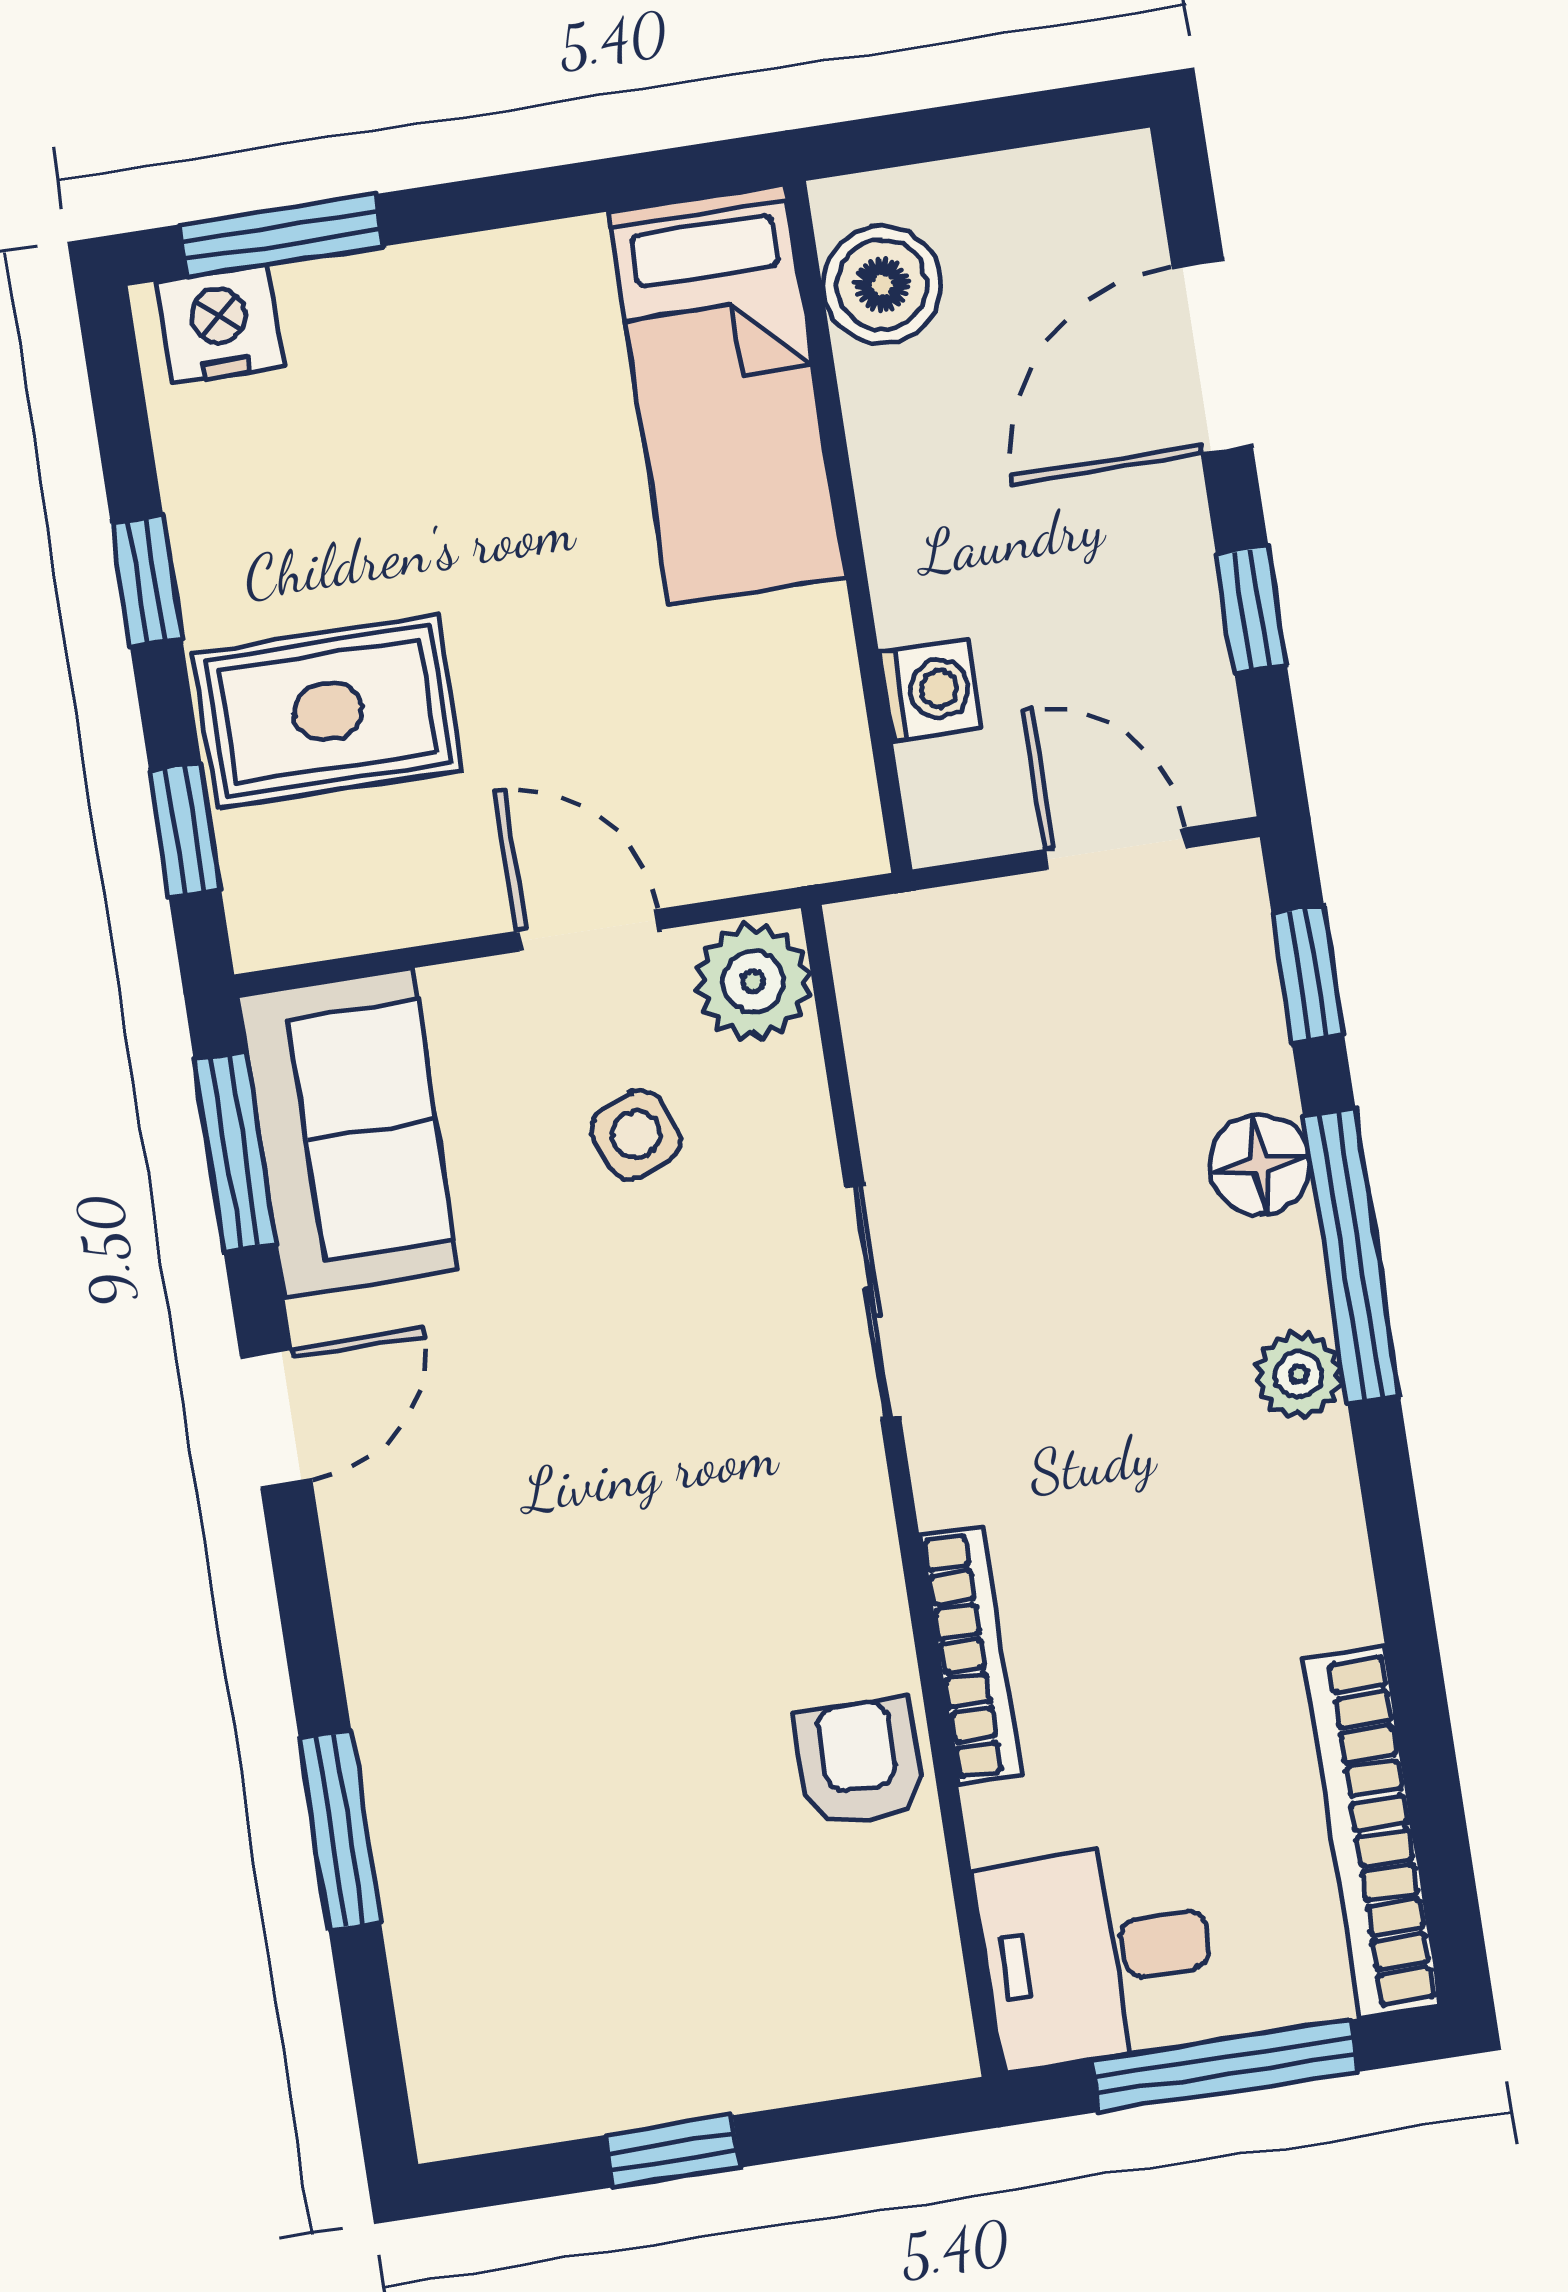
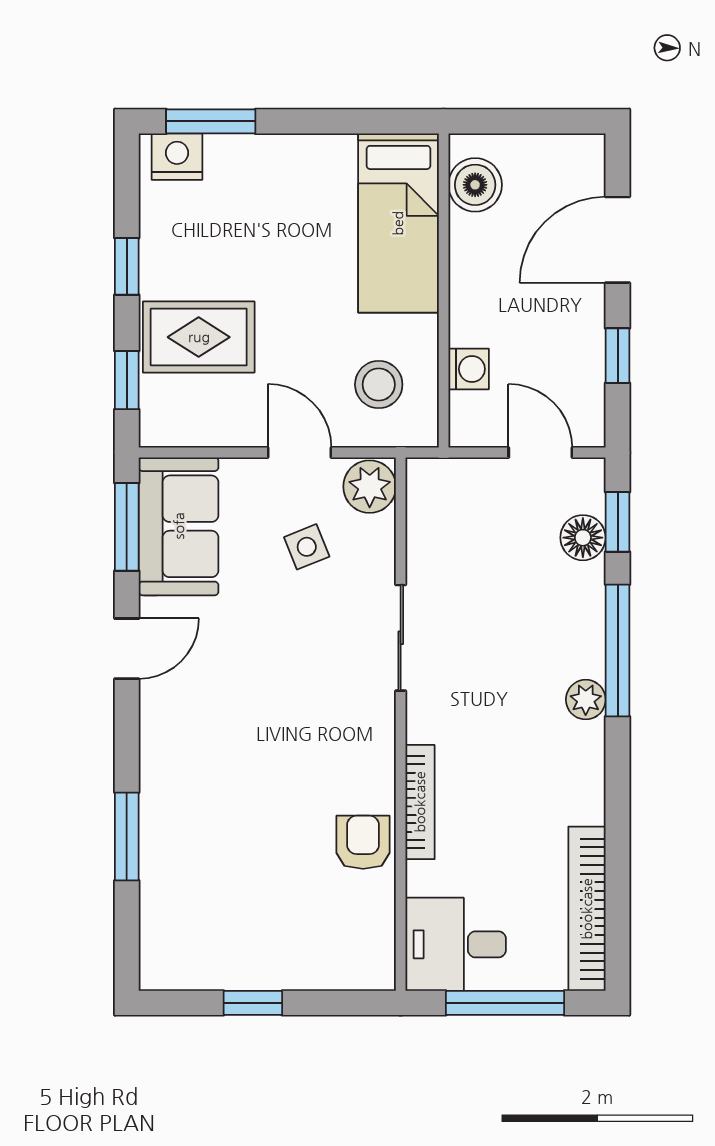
stool: (738, 755) -> (379, 385), added
floor lamp: (1260, 1164) -> (583, 538), moved

